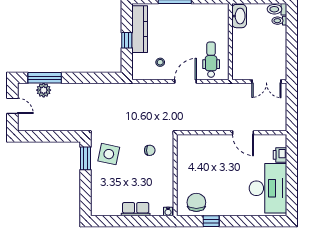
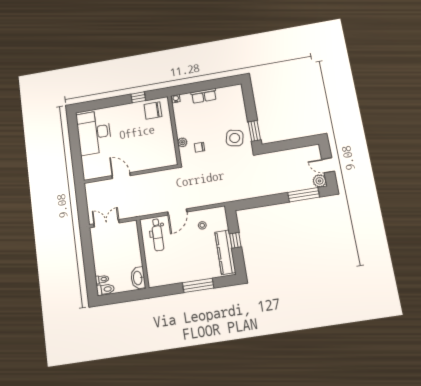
plant: (44, 90) -> (320, 181), moved
printer: (280, 155) -> (87, 162), removed
plant: (168, 159) -> (182, 142), added
chair: (196, 202) -> (153, 110), turned 90

